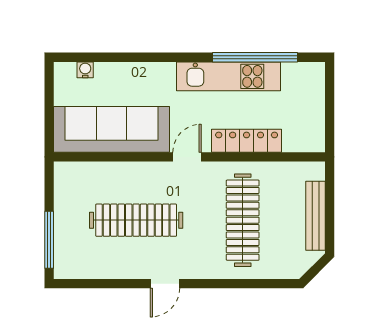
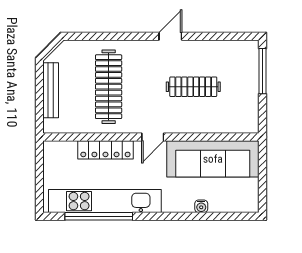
water cooler: (85, 70) -> (201, 206), moved
kitchen unit: (228, 76) -> (105, 201), width x1.36
clothes rail: (136, 220) -> (193, 87), width x0.73, depth x0.76

